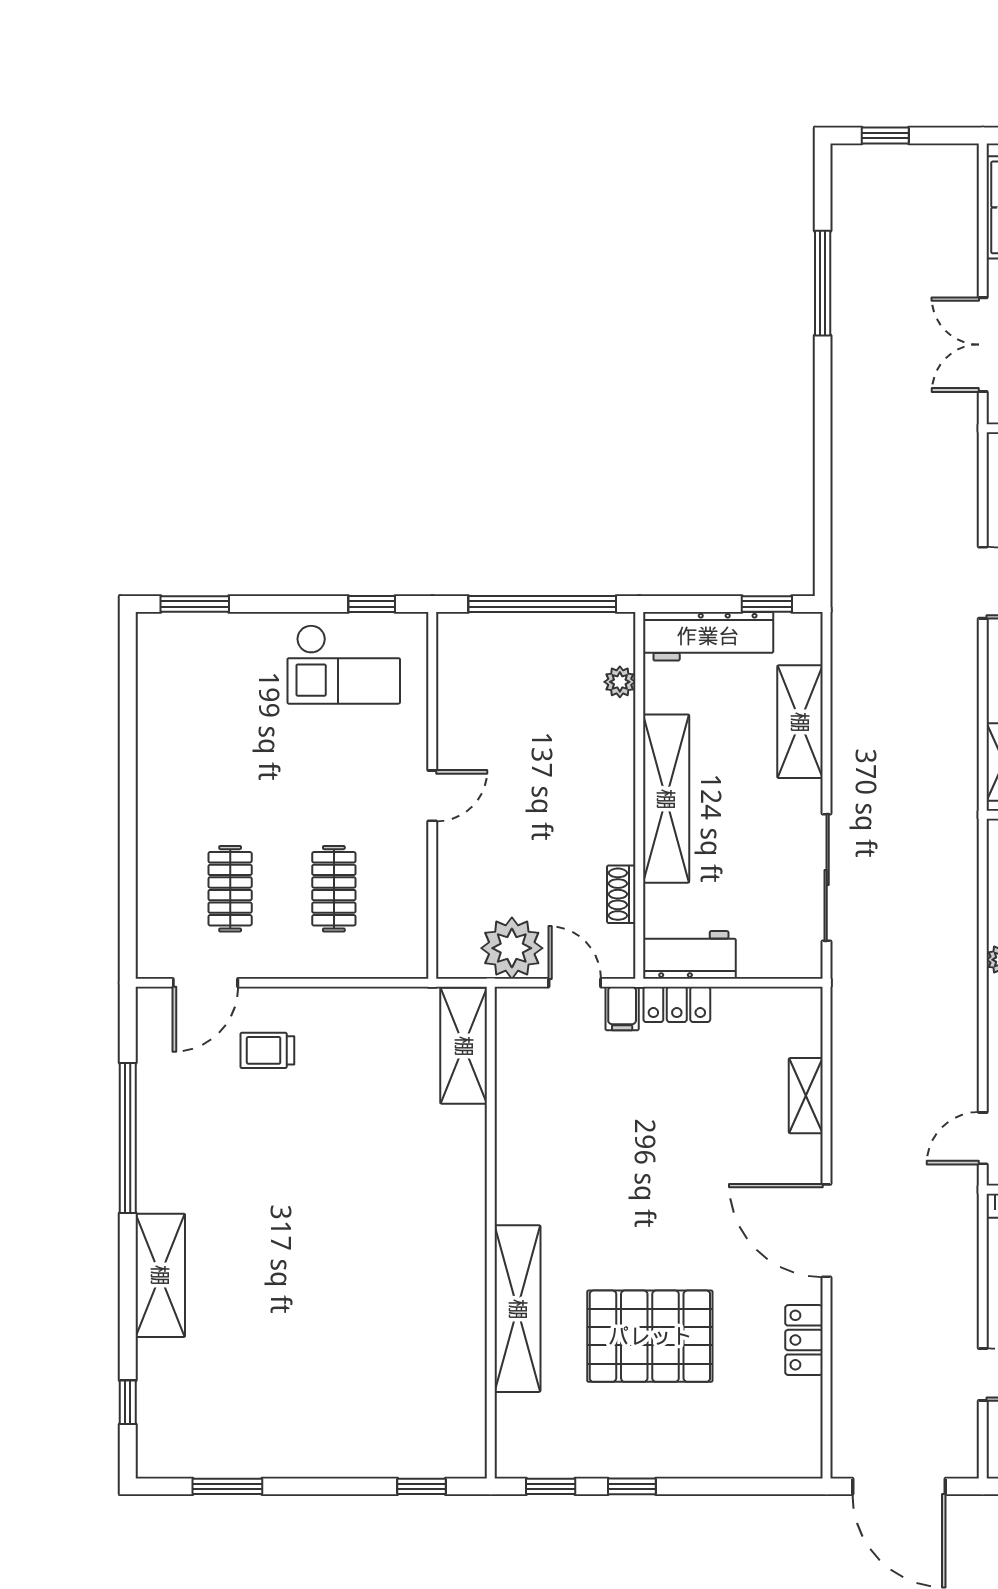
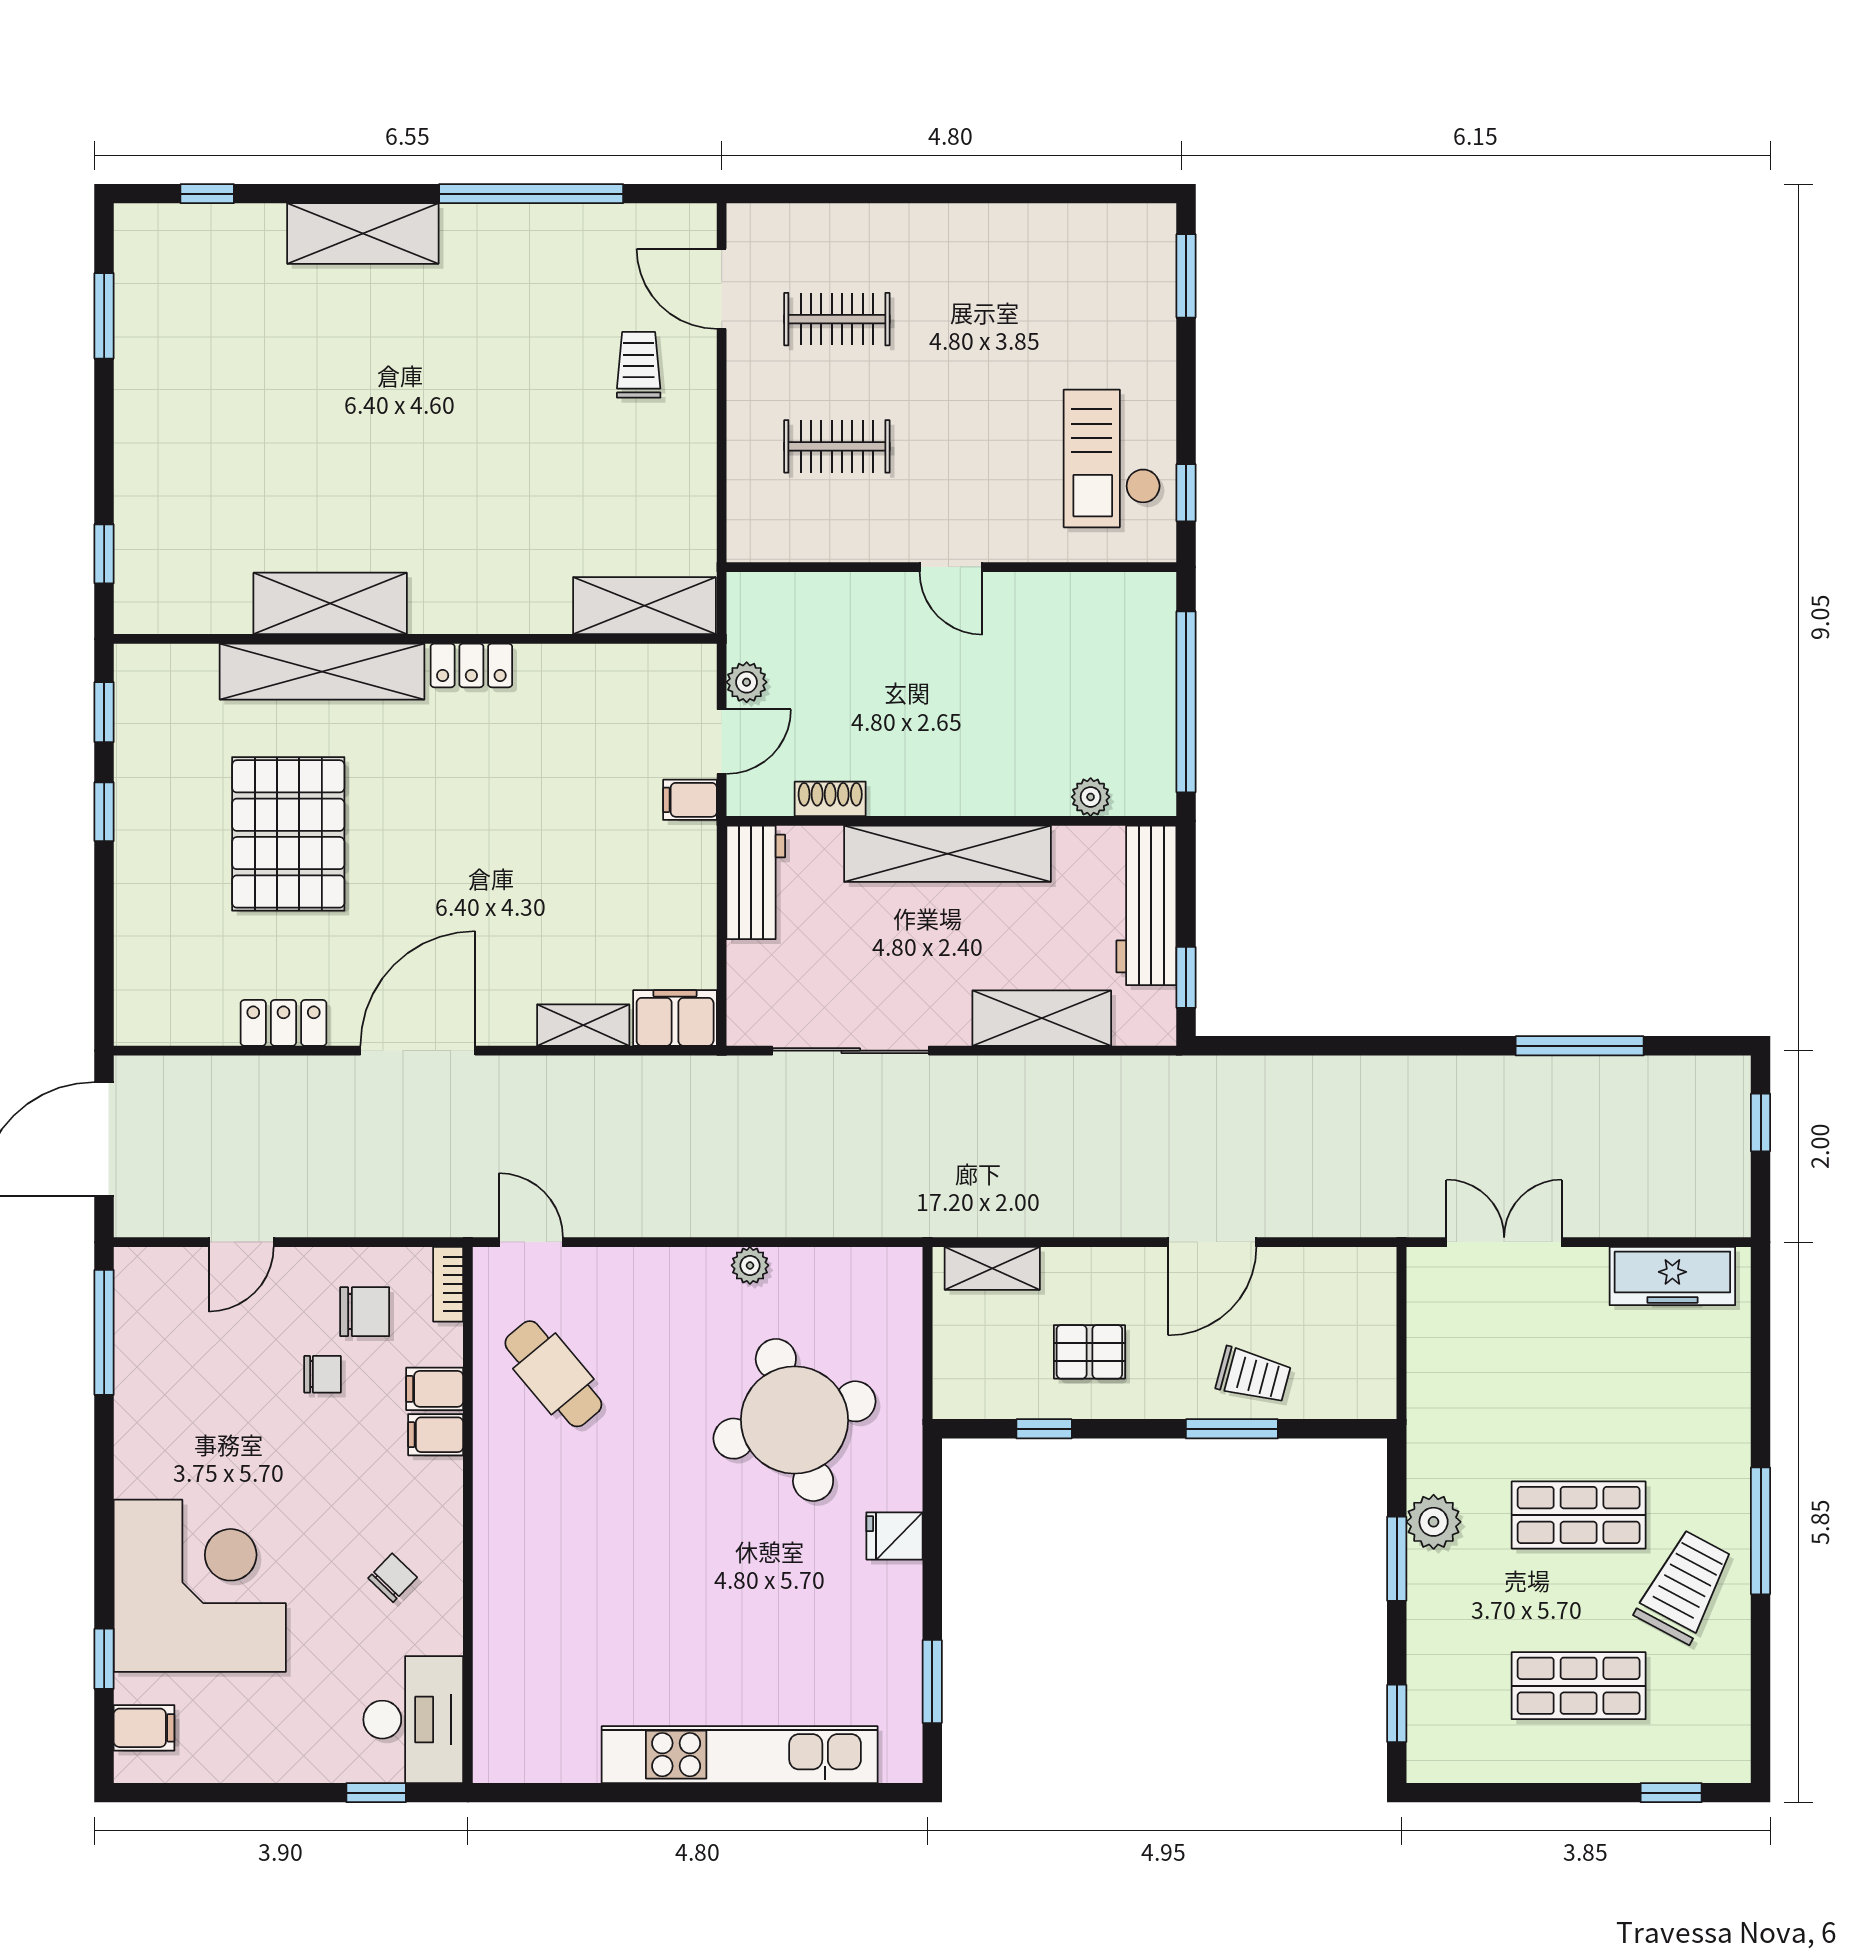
plant: (512, 948) -> (747, 682), width x0.53, depth x0.53
locker: (677, 1004) -> (471, 665), moved, turned -90
filing cabinet: (800, 1021) -> (675, 1018), added
shelving: (462, 1302) -> (330, 603), added

